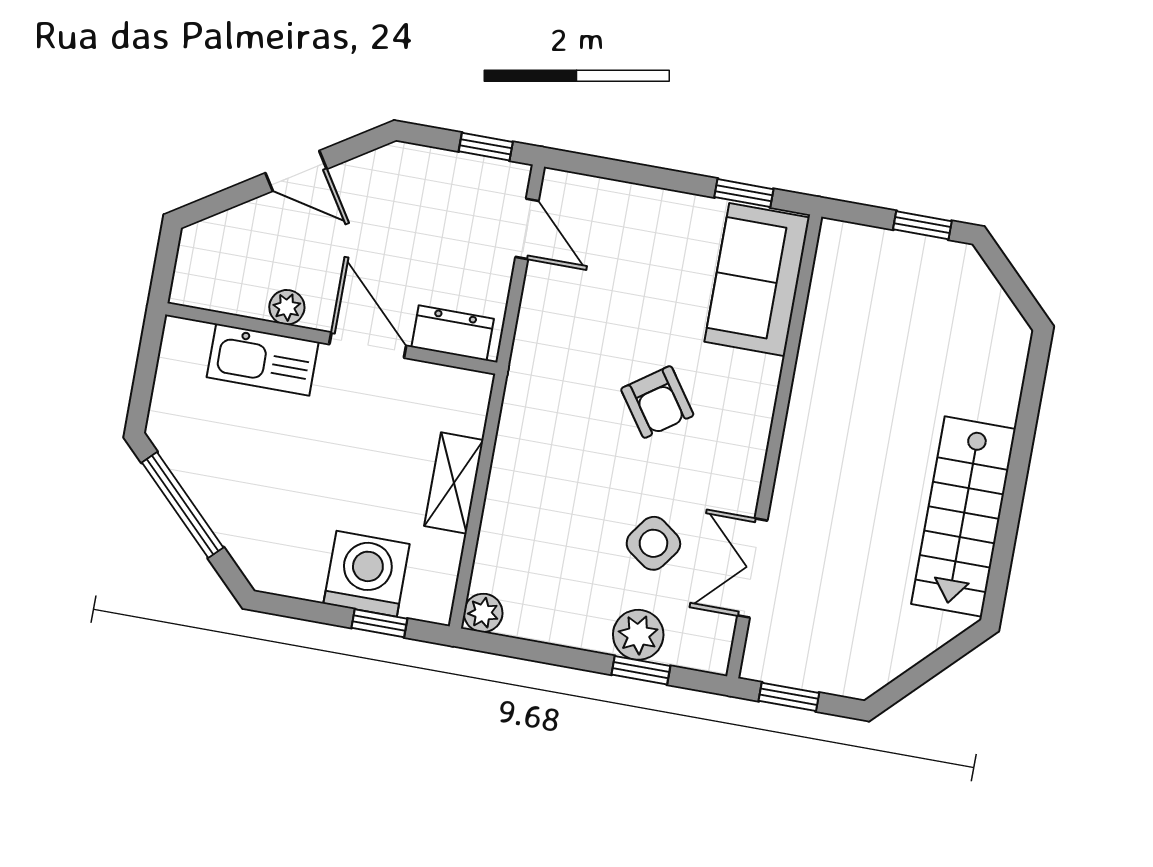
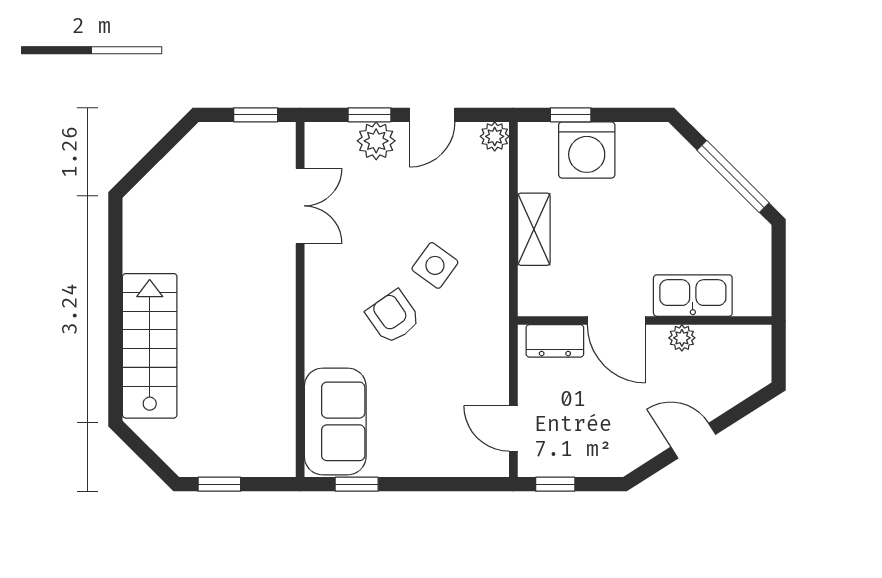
stairs: (963, 516) -> (150, 346), moved
side table: (653, 543) -> (435, 265), moved
door: (559, 656) -> (432, 115), added

